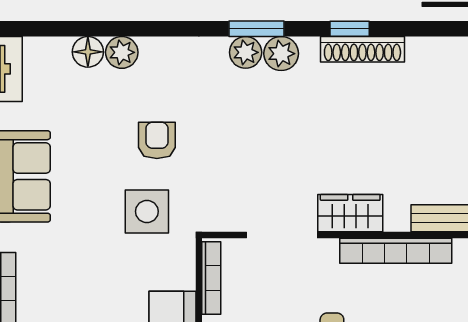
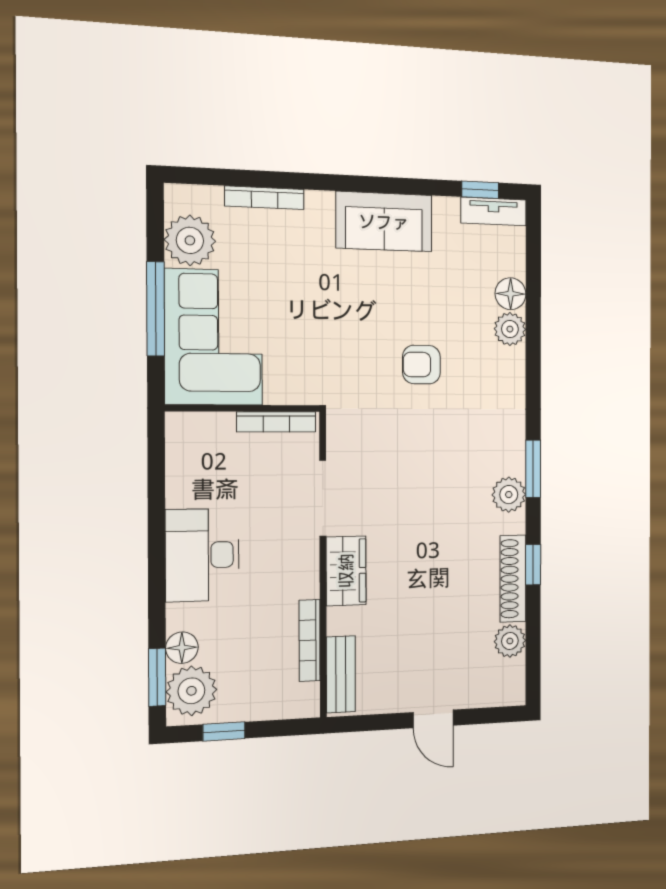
plant: (246, 52) -> (510, 641), moved
armchair: (157, 140) -> (421, 365), turned 180
side table: (147, 211) -> (347, 353), removed
bookcase: (396, 251) -> (310, 640), width x0.68, depth x0.76

